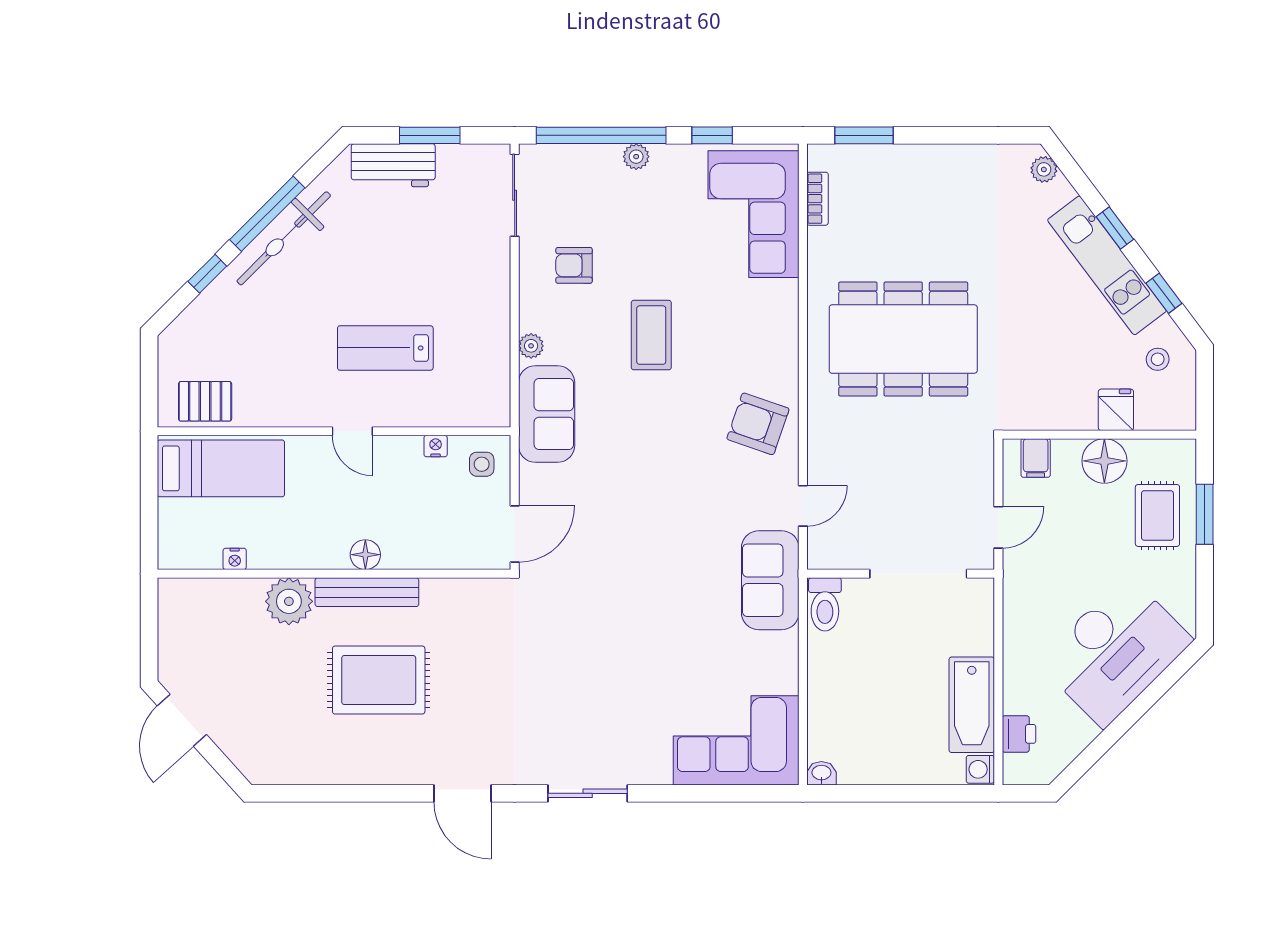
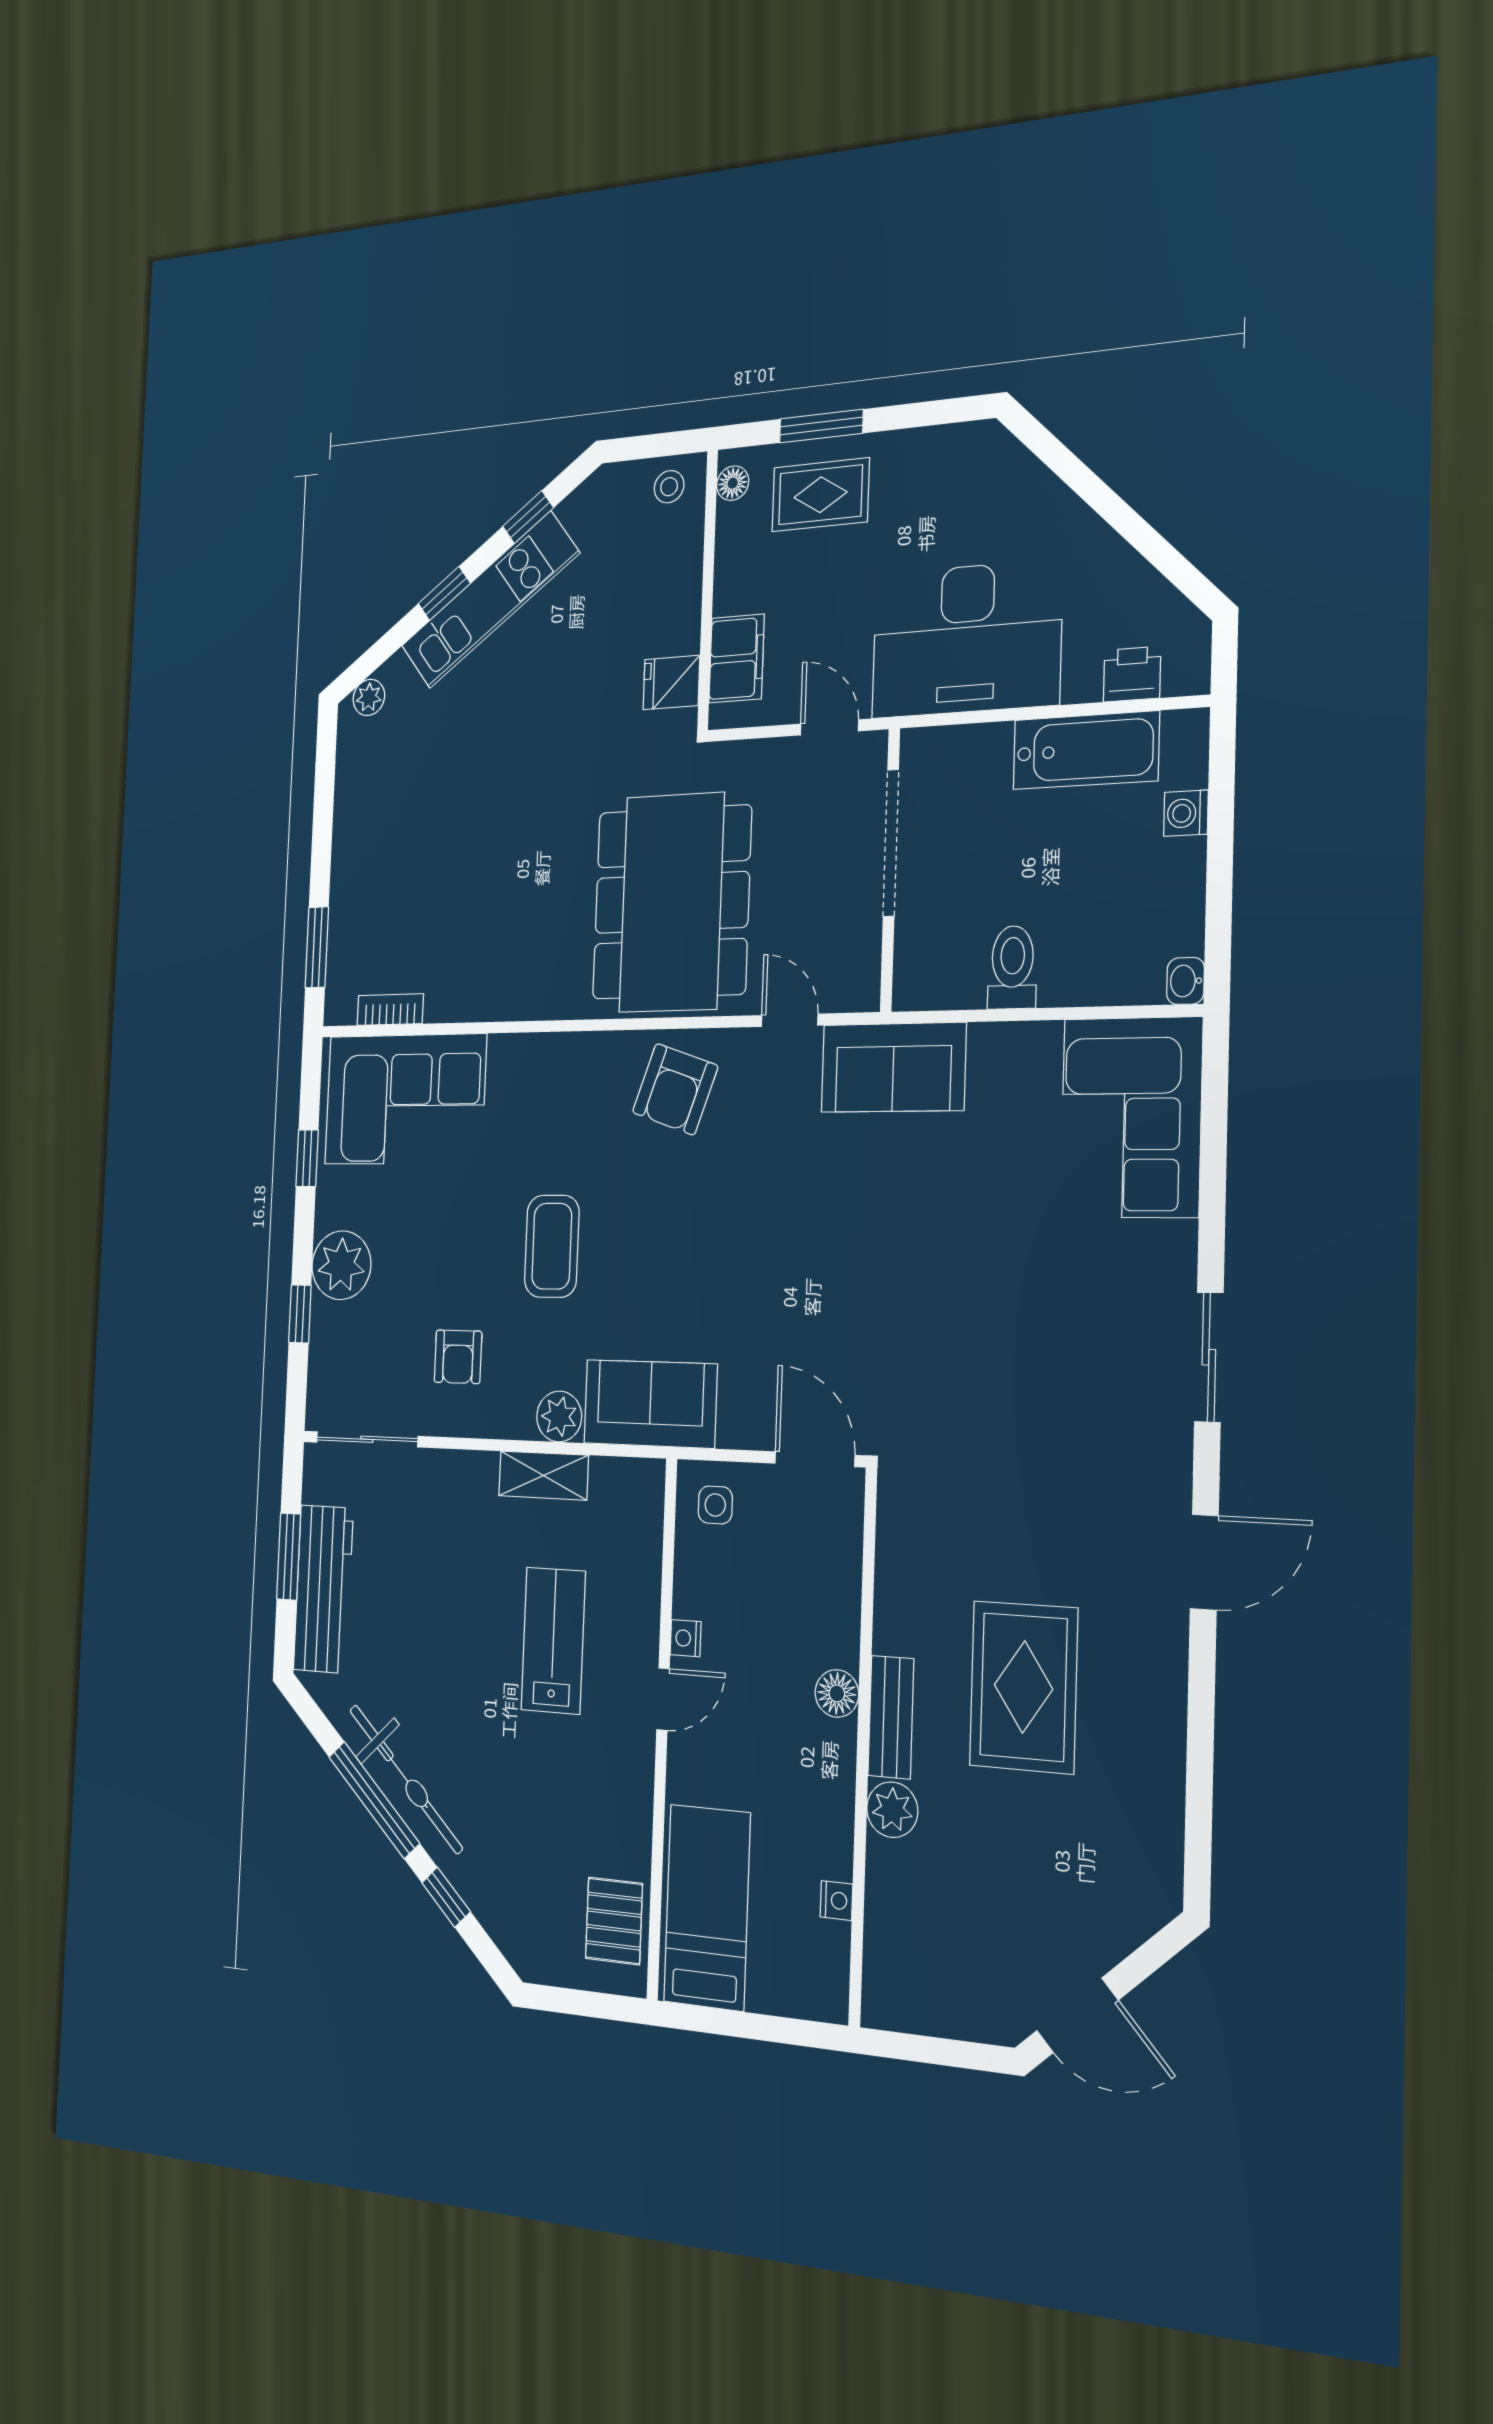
window: (601, 135) -> (300, 1314), width x0.32
plant: (636, 157) -> (341, 1265), width x1.88, depth x1.88
workbench: (393, 165) -> (323, 1589), width x1.38
coffee table: (651, 335) -> (552, 1246), turned 90
shelving: (495, 336) -> (544, 1475), added
dining table: (903, 339) -> (672, 903), moved
plant: (531, 346) -> (559, 1417), width x1.38, depth x1.38
lab bench: (385, 348) -> (553, 1640), turned 180
stool: (1158, 359) -> (669, 487), moved
fridge: (1116, 410) -> (671, 683), moved
nightstand: (436, 446) -> (686, 1638), moved
filing cabinet: (1036, 458) -> (737, 658), width x2.00
floor lamp: (1104, 461) -> (733, 483), moved, width x0.53, depth x0.53
bench: (367, 592) -> (891, 1717), width x0.73
plant: (289, 601) -> (892, 1810), width x0.73, depth x0.73
toilet: (825, 604) -> (1012, 967), moved, turned -90
desk: (1115, 651) -> (966, 639), moved, turned 135
washing machine: (980, 769) -> (1186, 813), moved, turned 90

